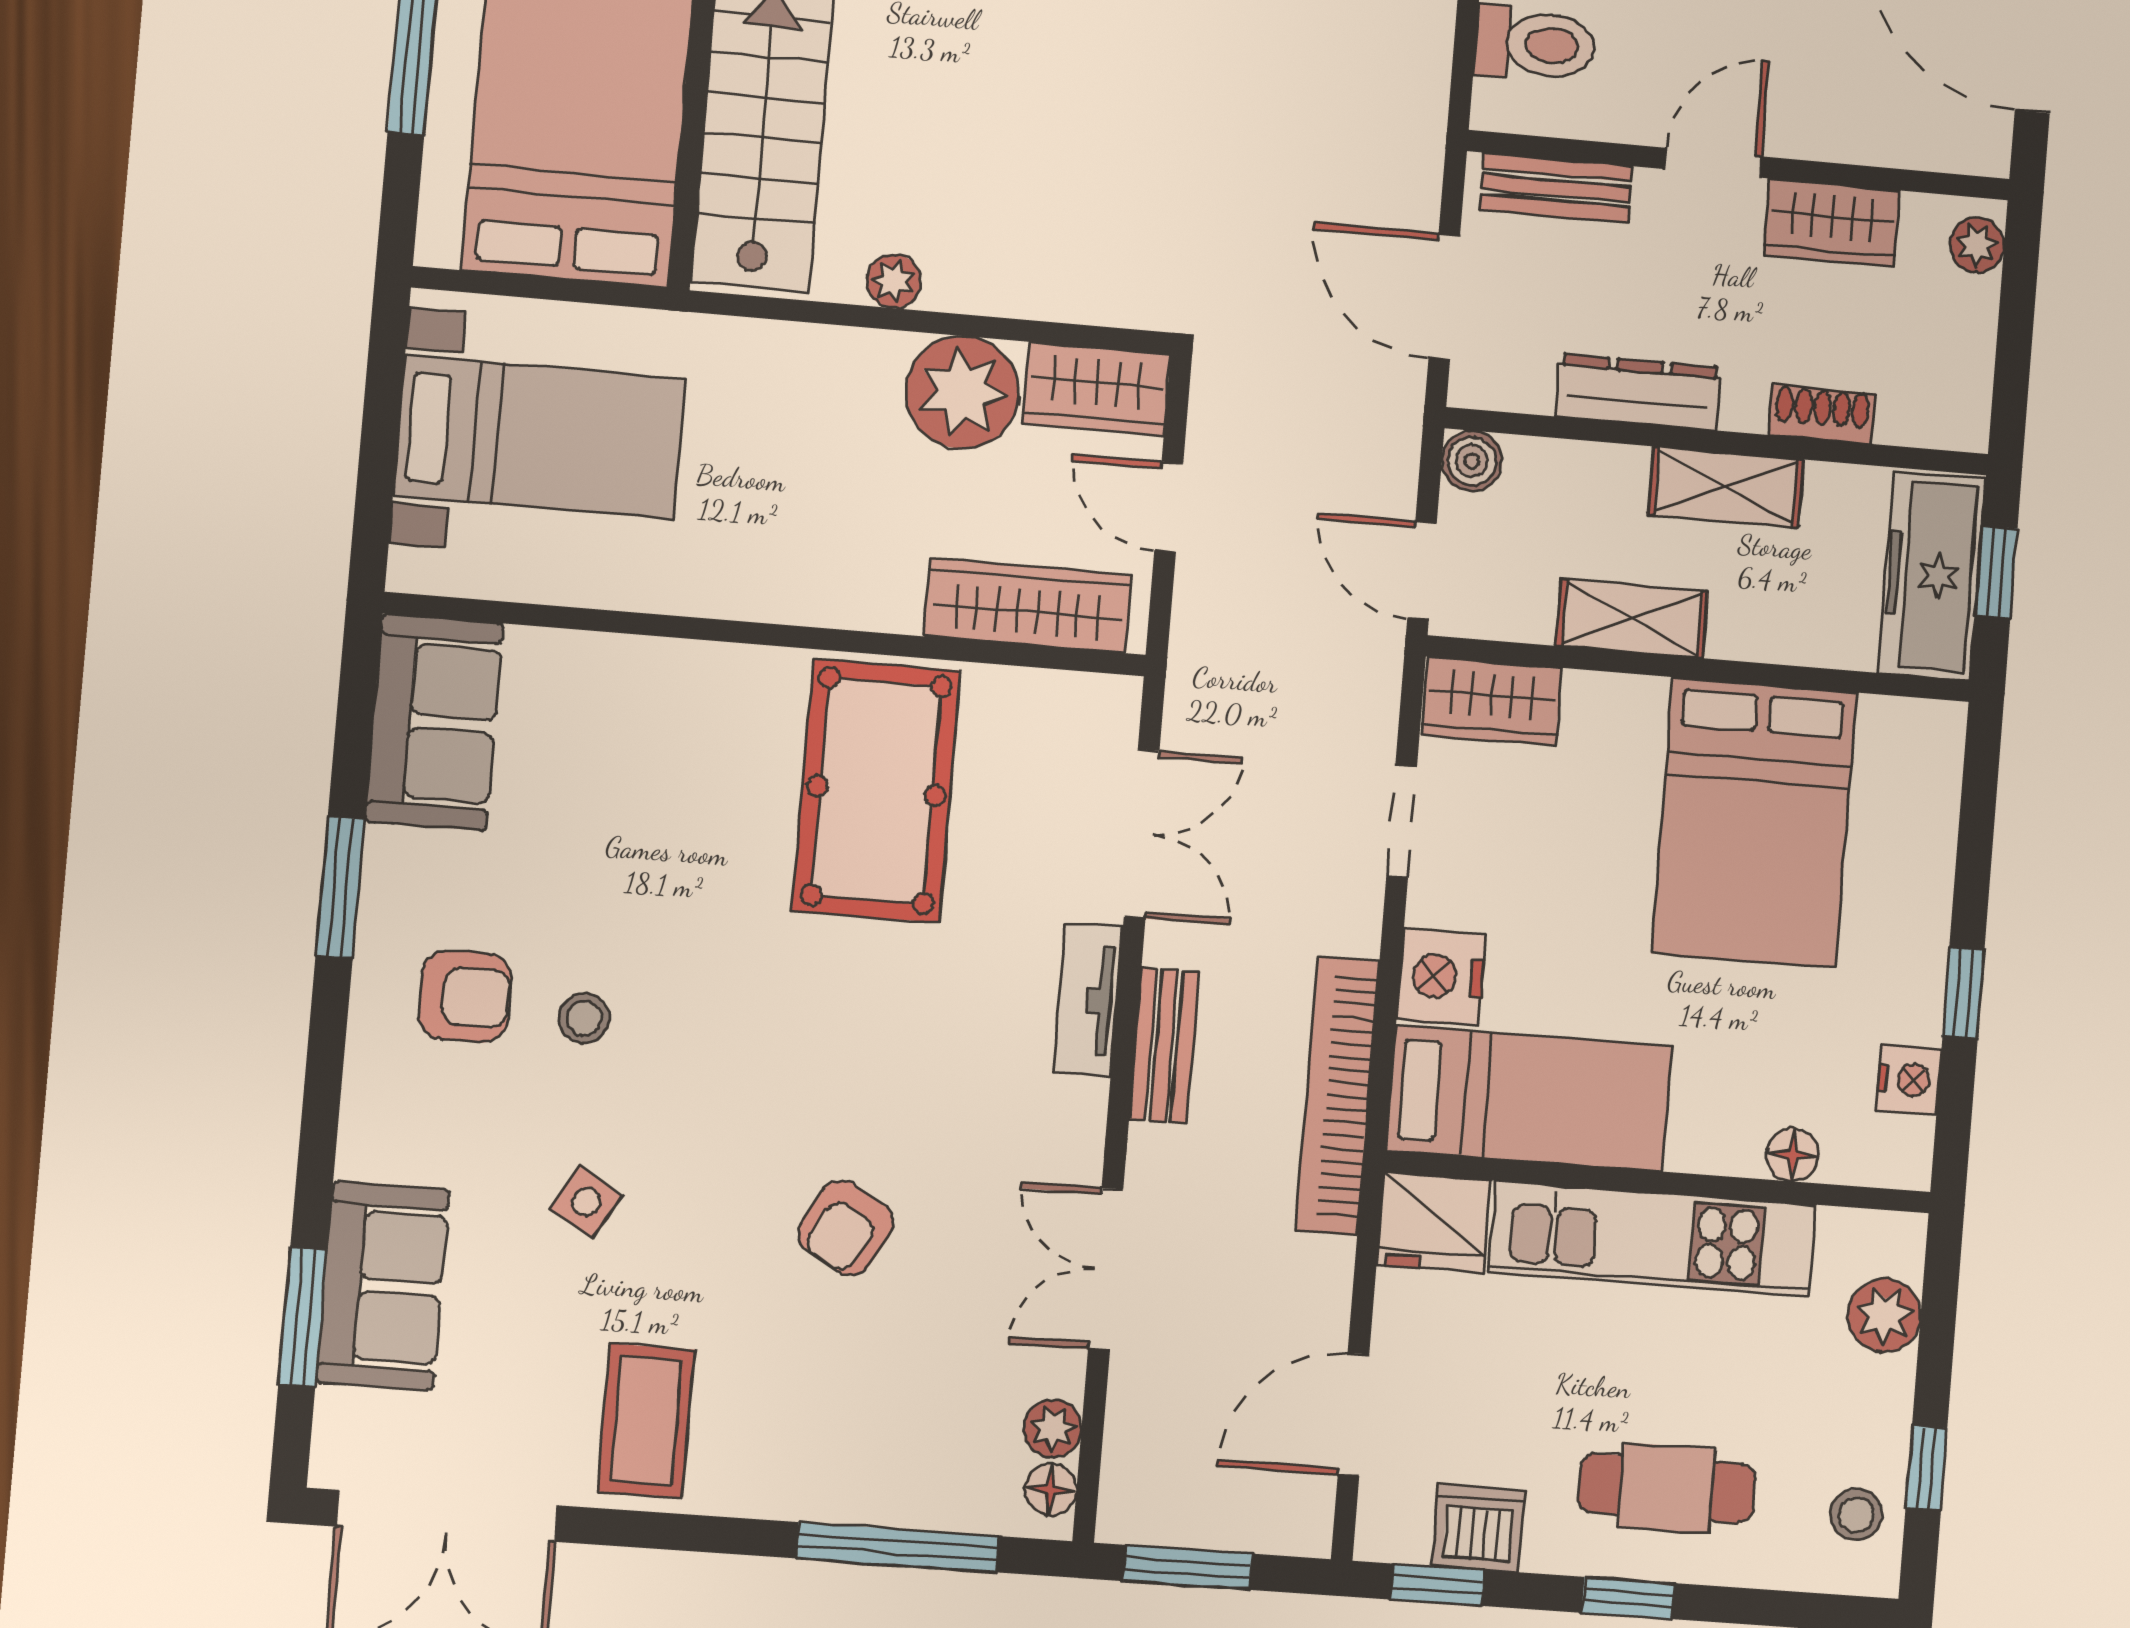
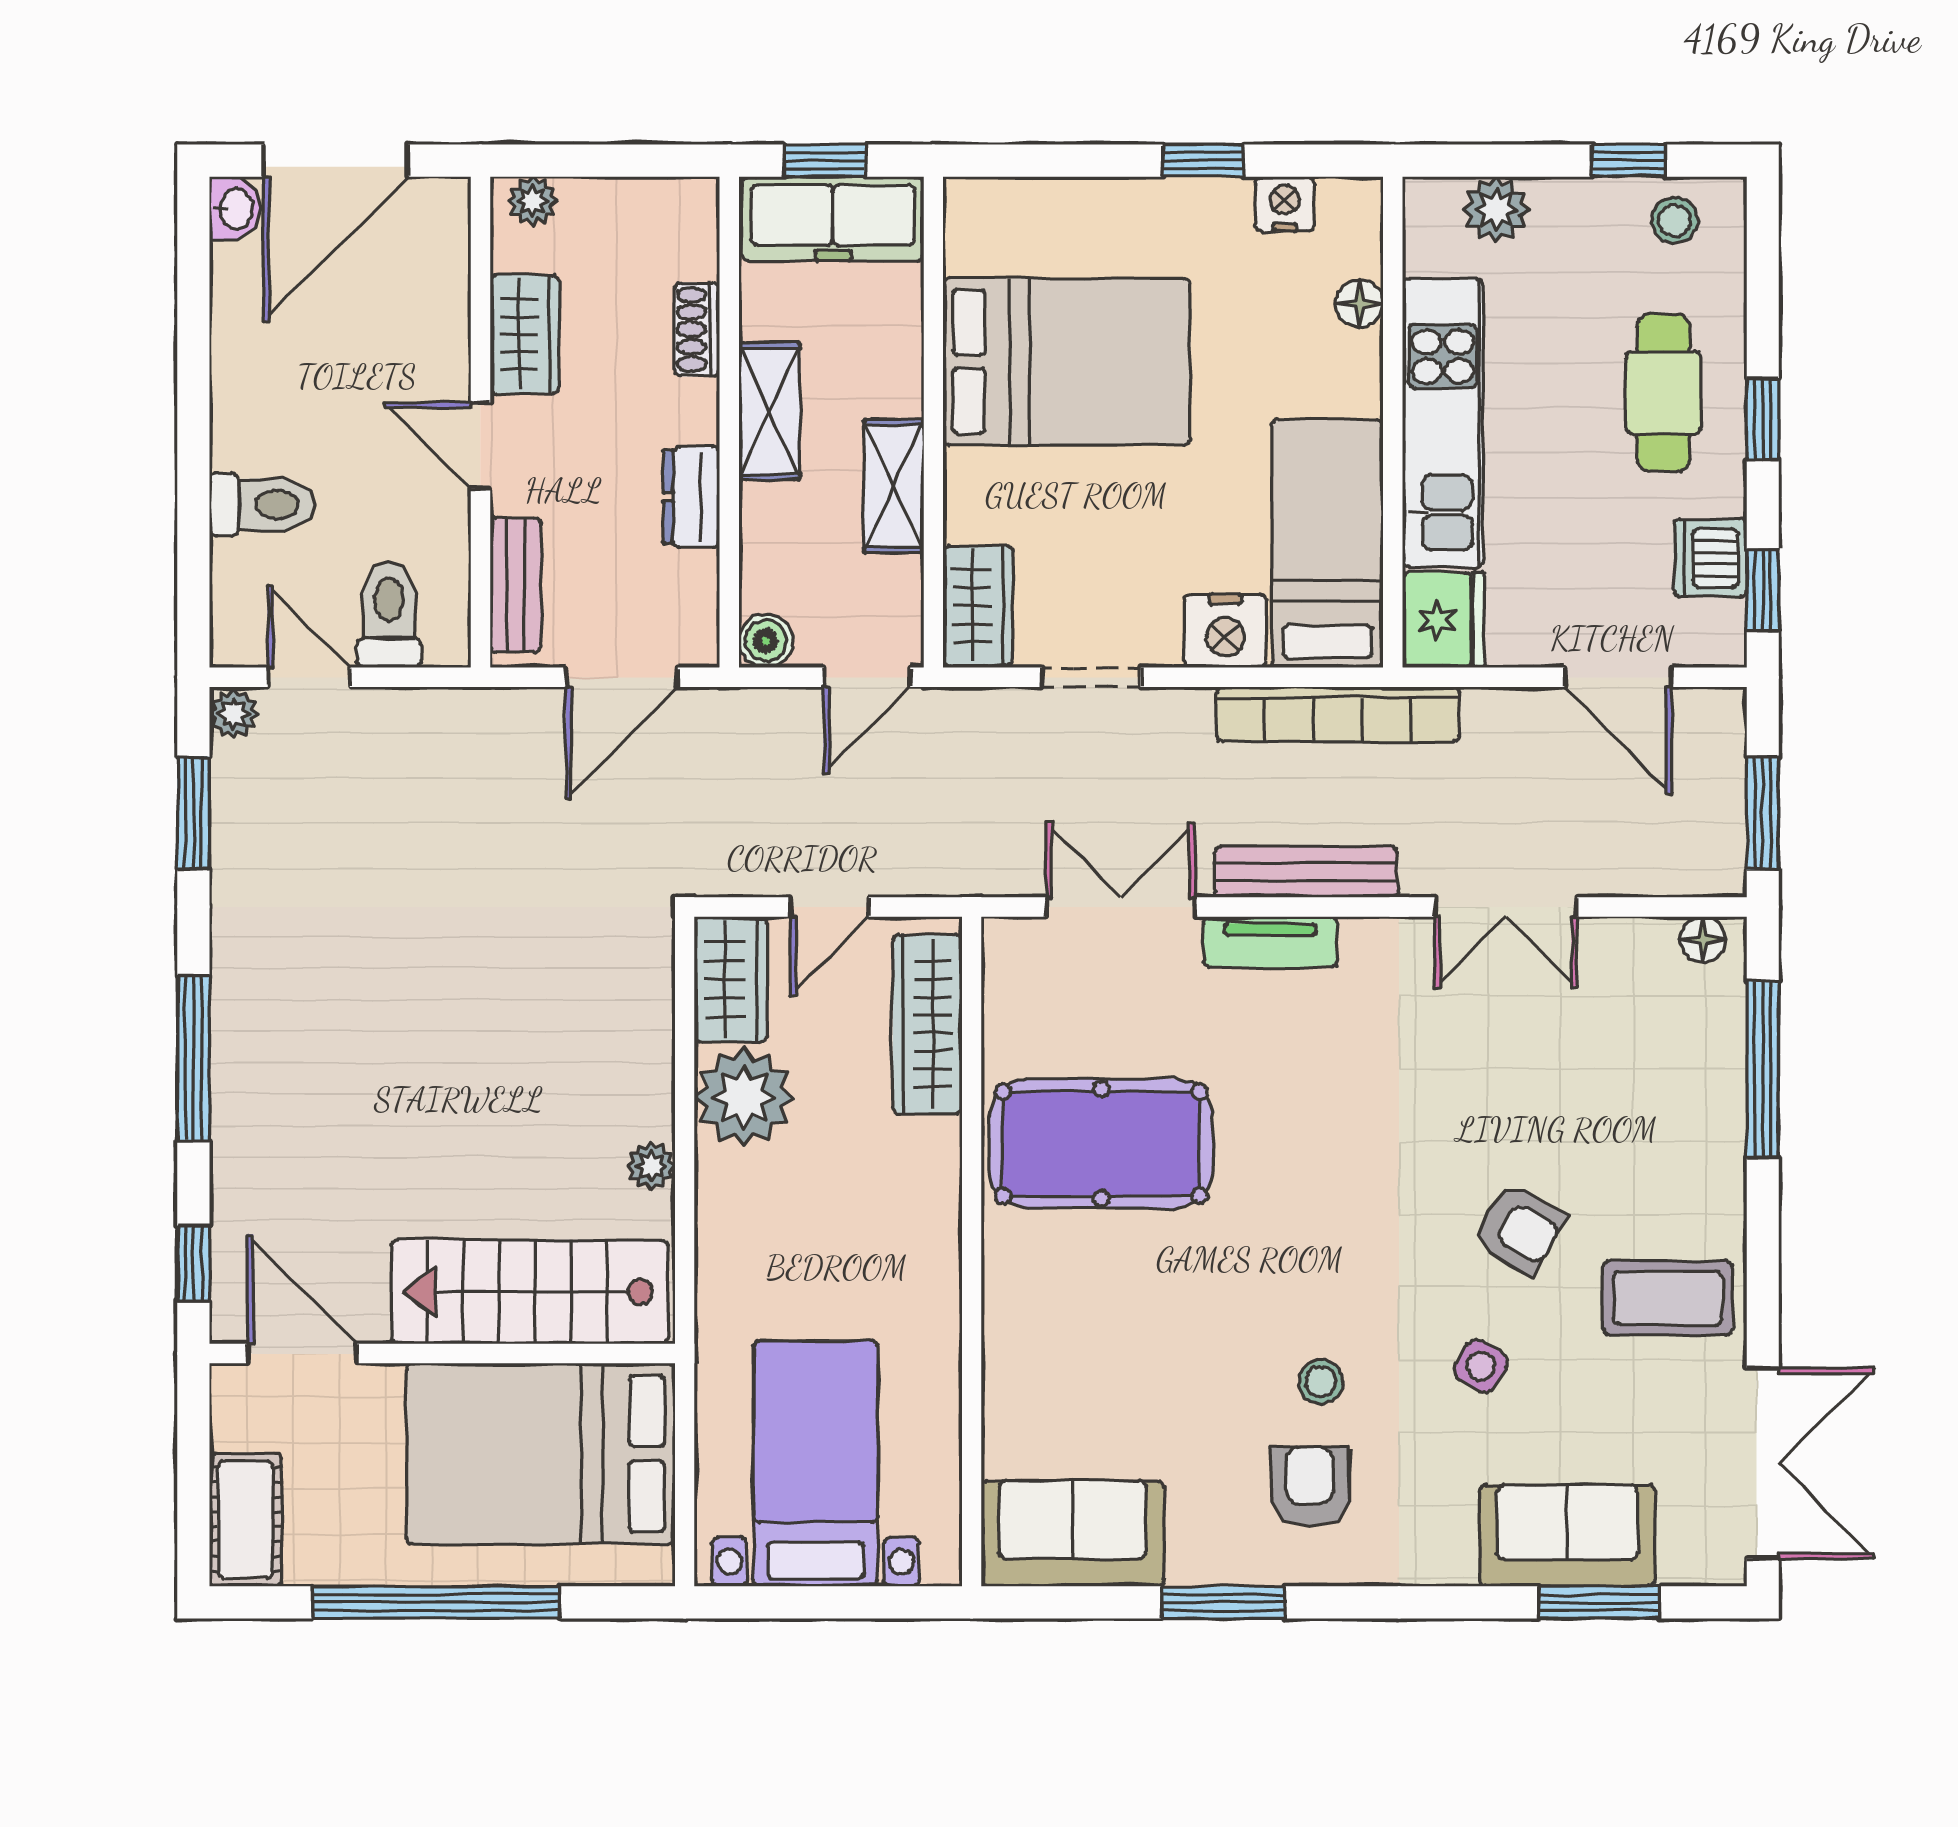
dresser: (1638, 392) -> (691, 497), width x0.70
bench: (1164, 1046) -> (1306, 872), width x1.36
armchair: (846, 1228) -> (1519, 1229), moved
plant: (1053, 1429) -> (1649, 942), removed

